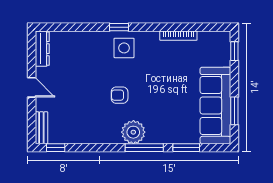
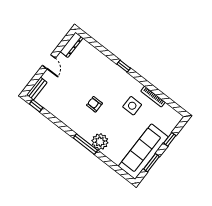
side table: (124, 48) -> (132, 106), moved
window: (234, 51) -> (170, 139), moved
plant: (133, 132) -> (100, 142), moved
window: (186, 148) -> (109, 162), removed

